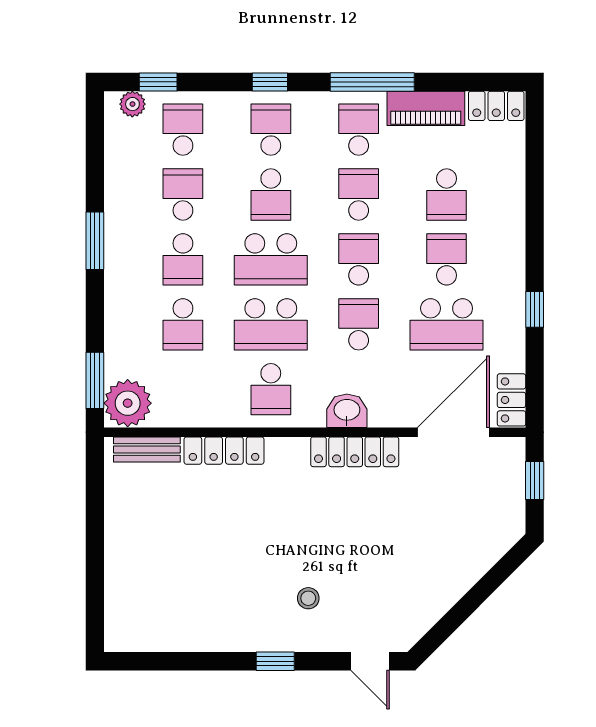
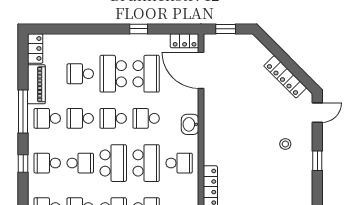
school desk: (447, 194) -> (80, 74), turned 180
school desk: (447, 259) -> (113, 74), width x1.85
locker: (355, 452) -> (285, 77), moved, turned 135

